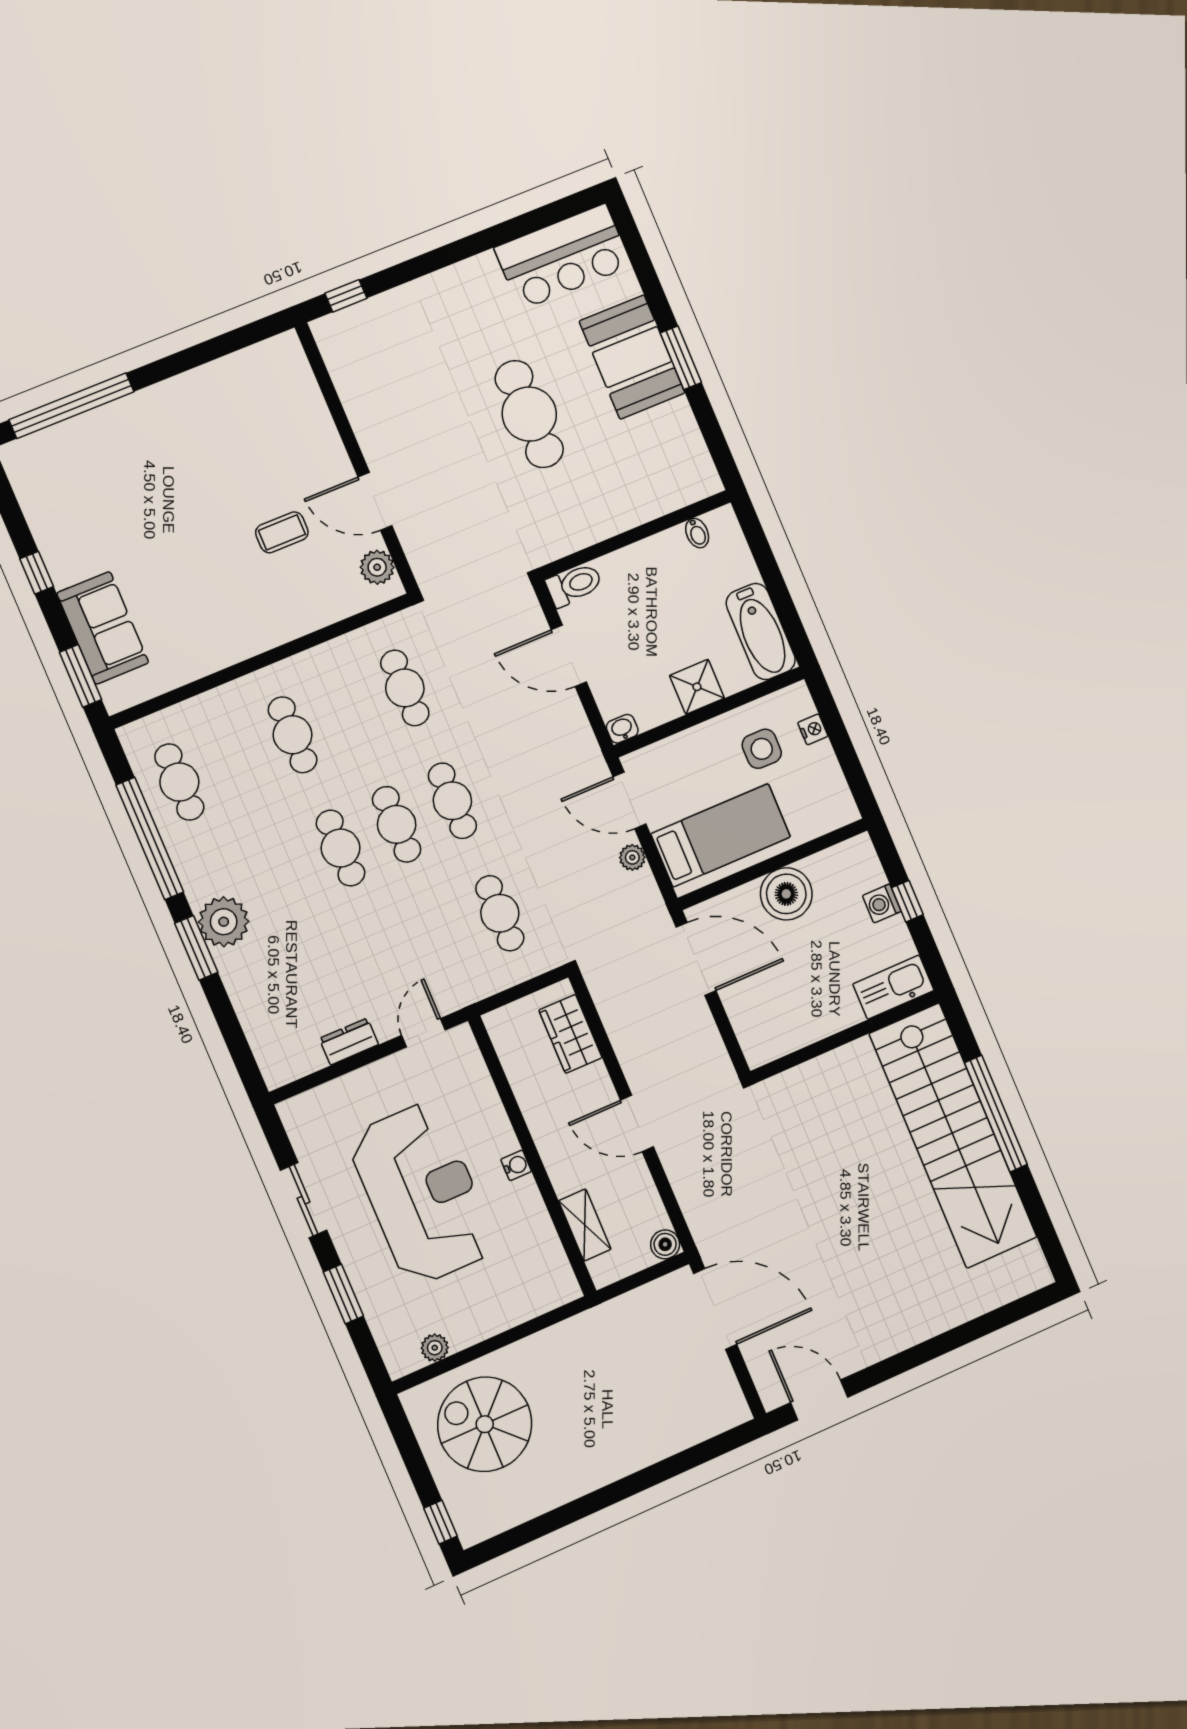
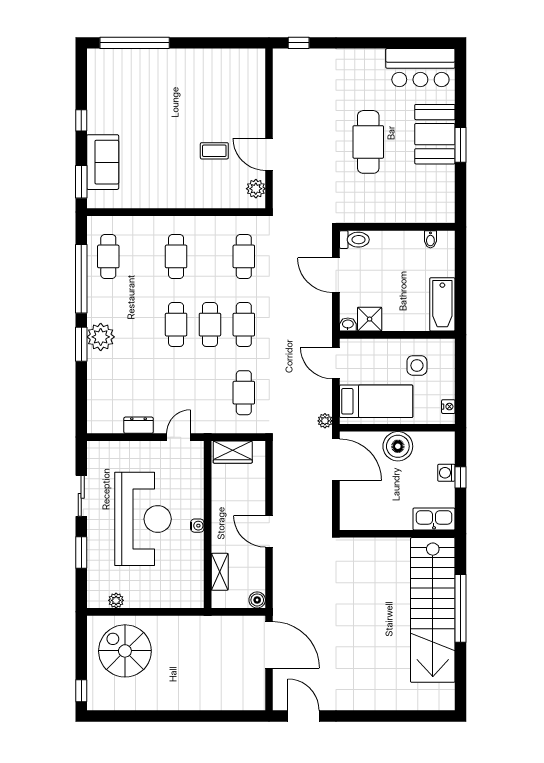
shower: (697, 687) -> (370, 319), moved
nightstand: (813, 729) -> (448, 407), moved
plant: (632, 857) -> (325, 421), moved
wardrobe: (570, 1034) -> (233, 452), moved, turned -90

